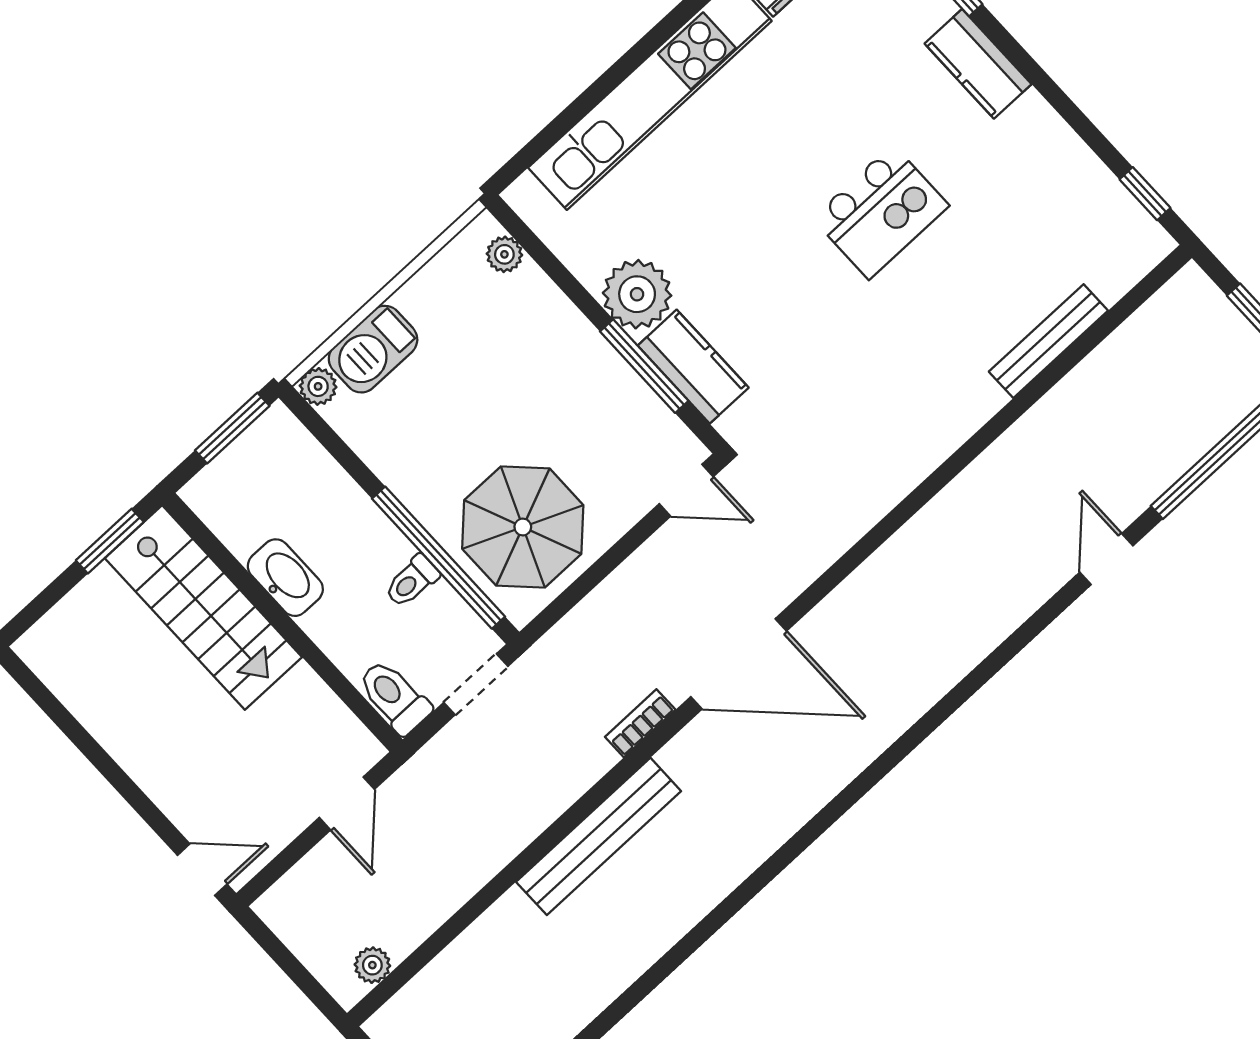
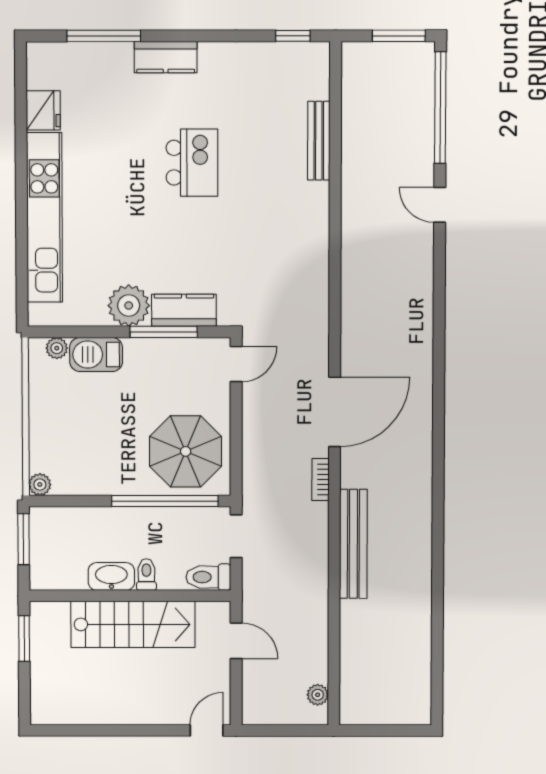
barbecue: (373, 349) -> (96, 354), moved, turned 90
toilet: (412, 581) -> (146, 575), moved, turned 180
stairs: (203, 608) -> (133, 624), moved

